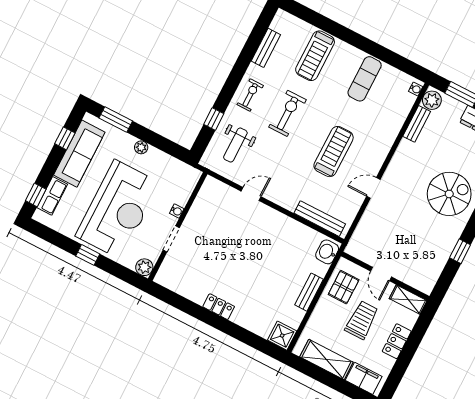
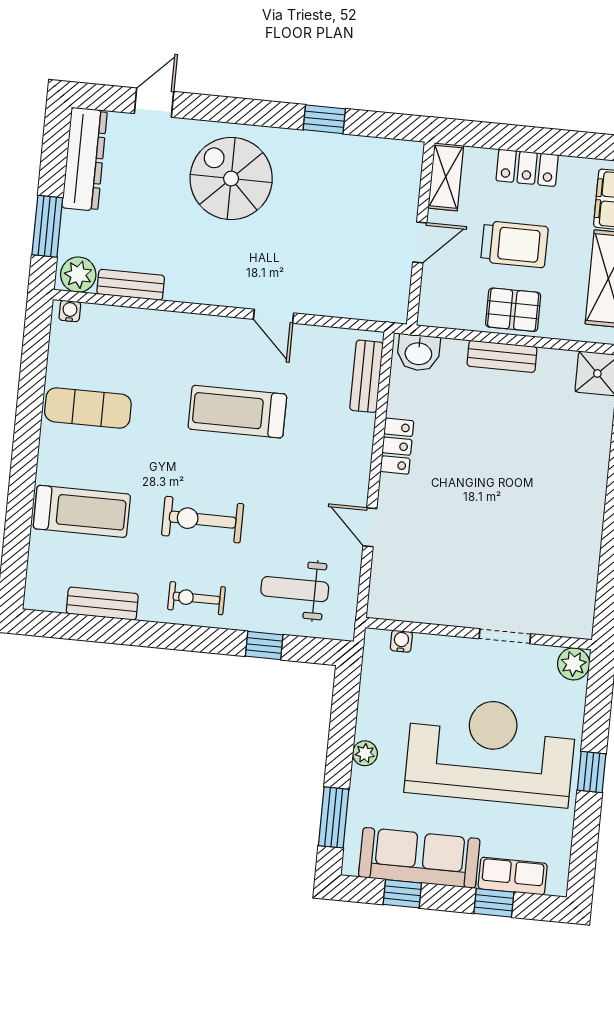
weight bench: (235, 145) -> (295, 589), turned 180
window: (36, 195) -> (494, 903), moved
water cooler: (177, 211) -> (401, 641), moved
bench: (320, 219) -> (366, 376), width x0.73
pallet: (344, 287) -> (513, 310), moved
locker: (219, 307) -> (397, 446), moved, turned 180
trolley: (362, 320) -> (514, 244), turned 180

